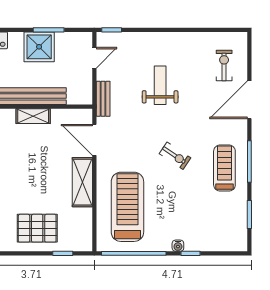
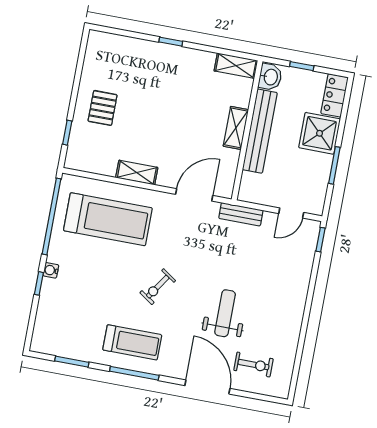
shower: (39, 47) -> (320, 133), moved
door: (94, 58) -> (291, 213), hinge flipped
weight bench: (160, 85) -> (225, 313), moved, turned -90
shelving: (82, 182) -> (137, 173), width x0.67, depth x0.75
pallet: (37, 228) -> (103, 108), width x0.67, depth x0.71

